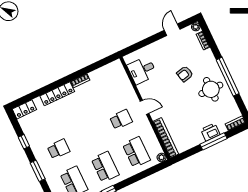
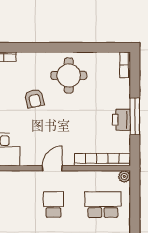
window: (228, 77) -> (63, 47), removed
printer: (210, 132) -> (121, 120), moved
window: (214, 141) -> (135, 116), moved

